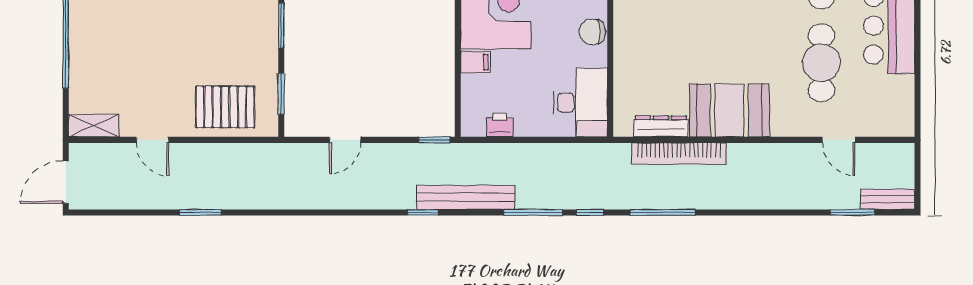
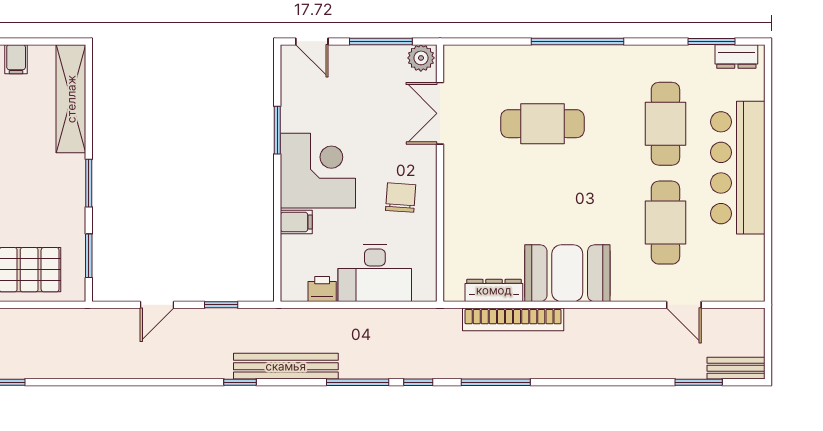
chair: (592, 32) -> (401, 198), moved, turned 94
desk: (580, 103) -> (375, 273), moved, turned 90
window: (434, 140) -> (221, 305), moved

